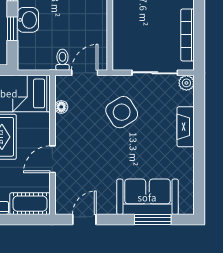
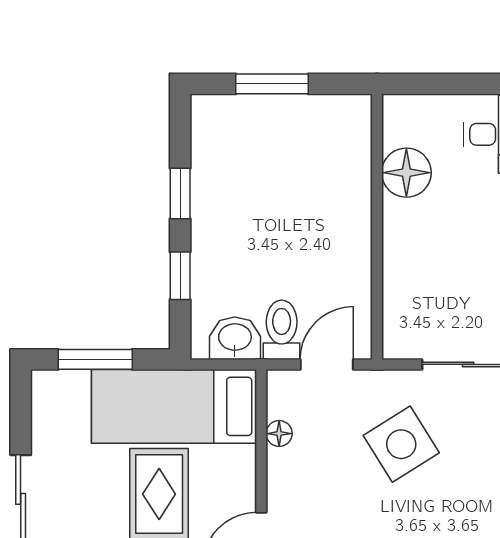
washbasin: (28, 20) -> (235, 338), moved, turned -90
toilet: (62, 60) -> (282, 330), width x1.37, depth x1.39

